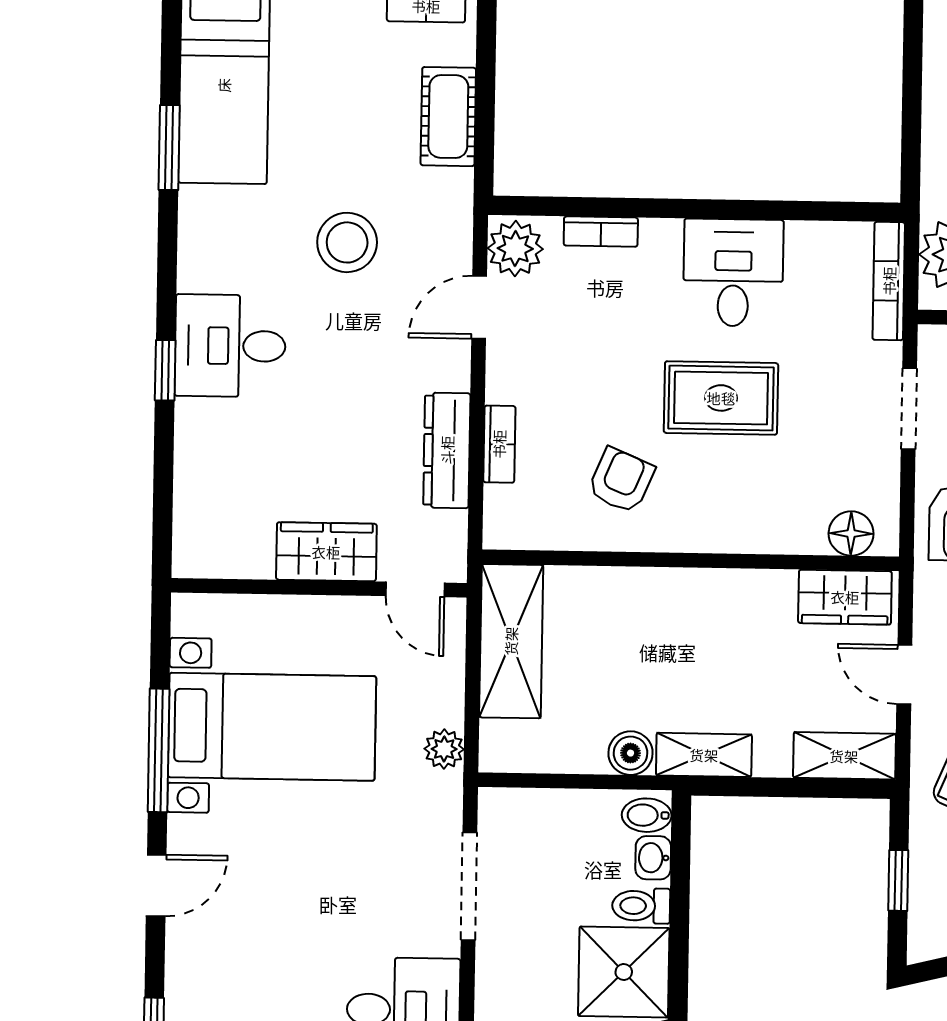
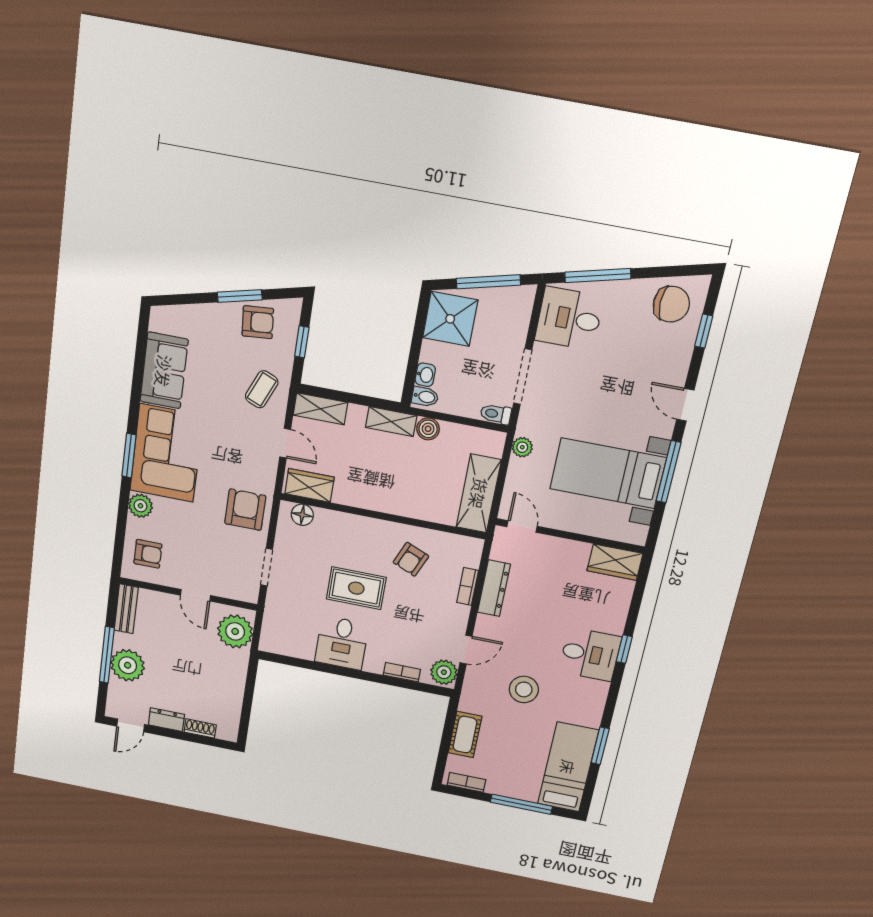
bookcase: (889, 281) -> (269, 626), removed
wardrobe: (326, 552) -> (615, 562), moved
door: (156, 885) -> (685, 405), hinge flipped
toilet: (641, 906) -> (496, 414), moved, turned 180

